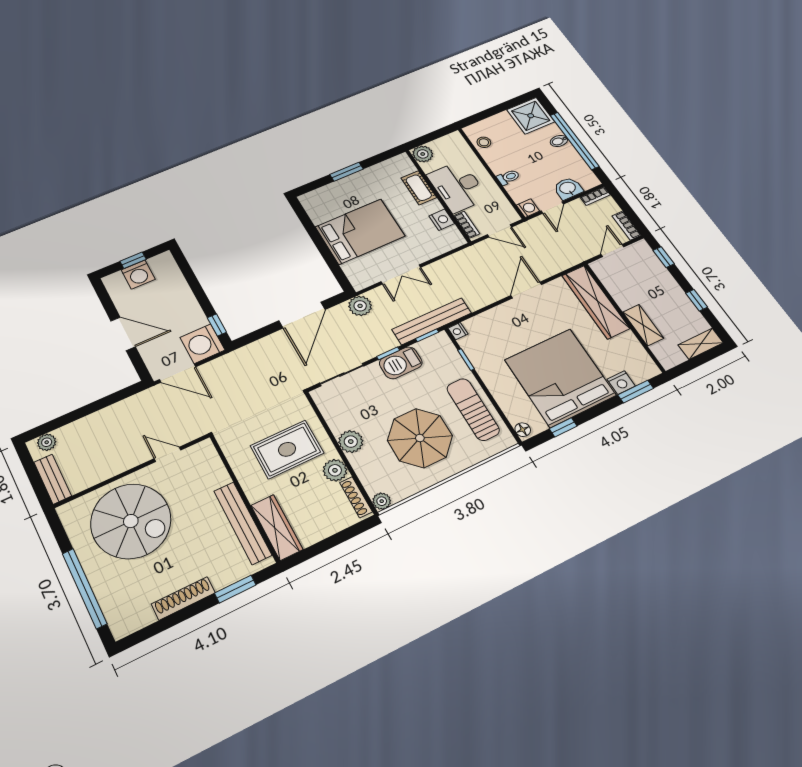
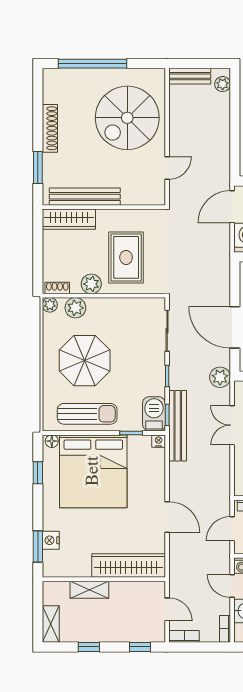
barbecue: (401, 363) -> (154, 414), moved
bed: (560, 378) -> (93, 471), moved, turned 90
plant: (351, 442) -> (75, 308), moved
shoe rack: (356, 497) -> (57, 288), width x0.70

